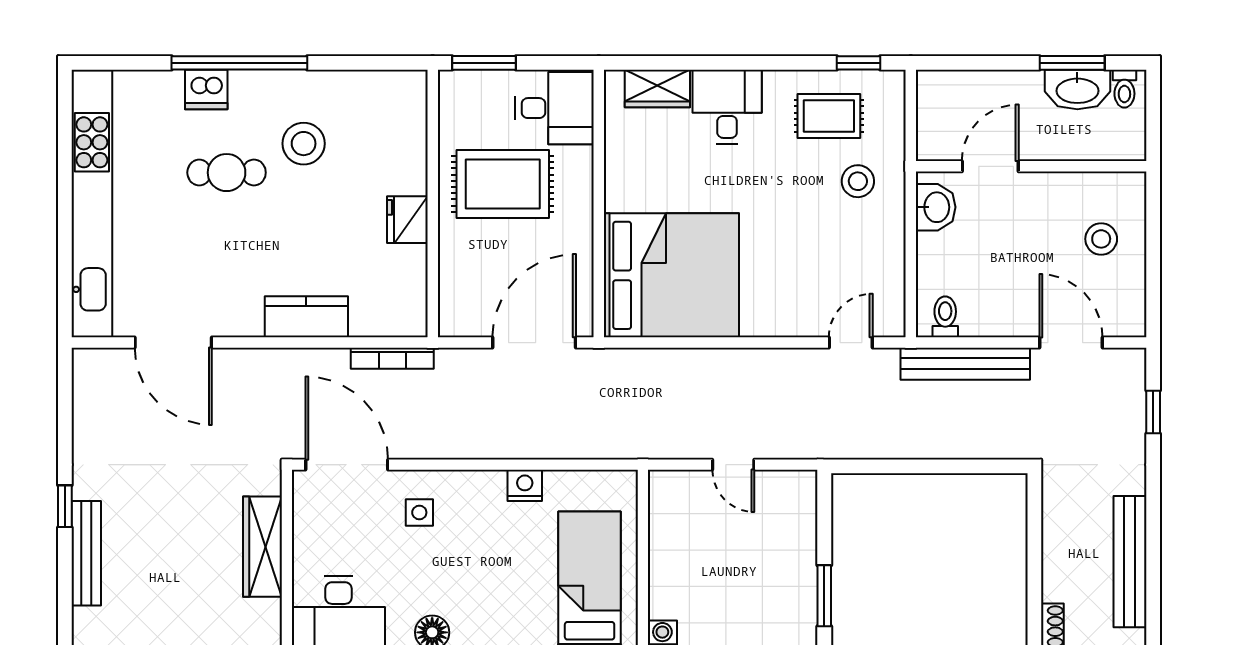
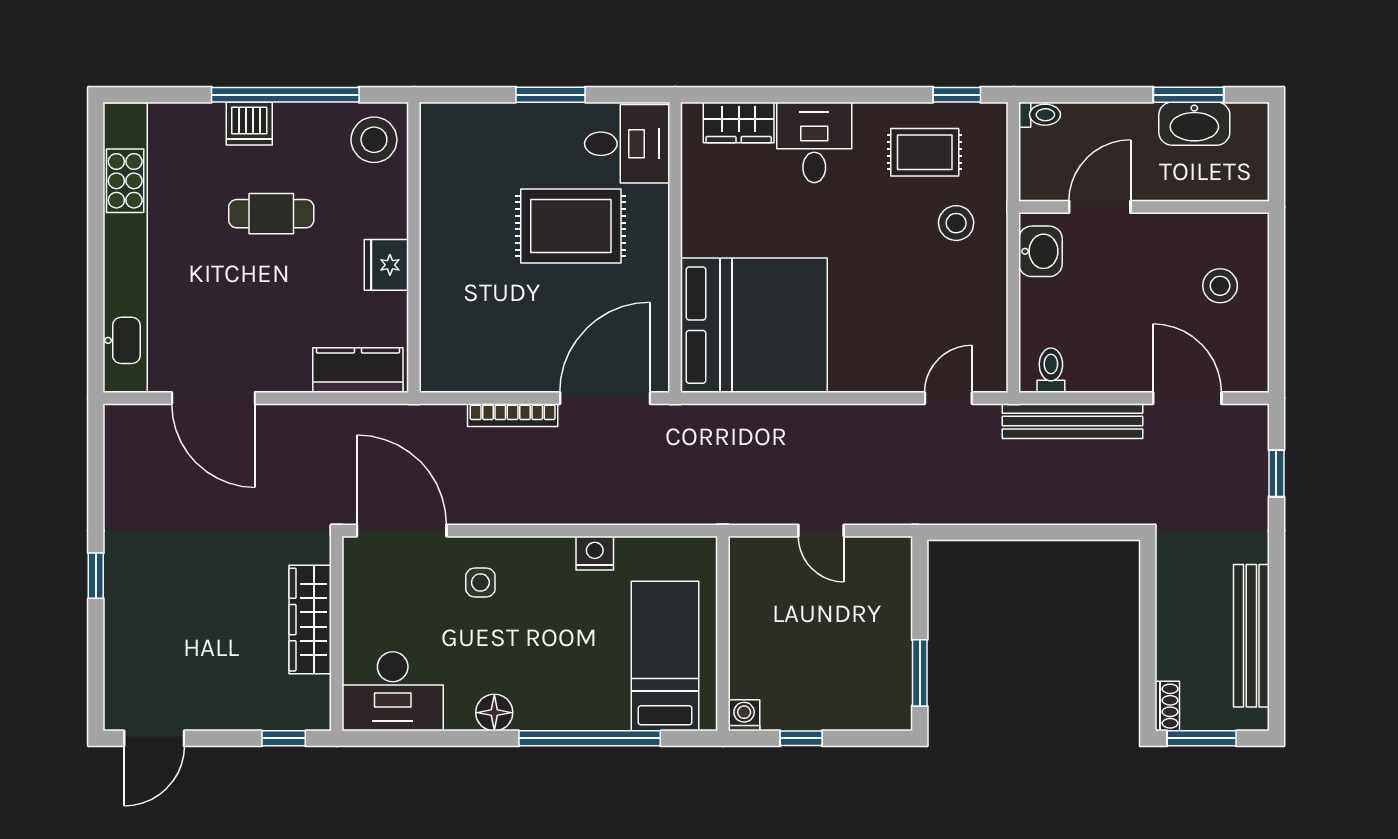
toilet: (1124, 89) -> (1040, 115), moved, turned -90
stool: (304, 144) -> (374, 140), moved
wall: (433, 204) -> (414, 247), moved
fridge: (407, 220) -> (386, 265), moved
bookcase: (392, 358) -> (513, 415), moved
bench: (86, 553) -> (119, 627), removed

